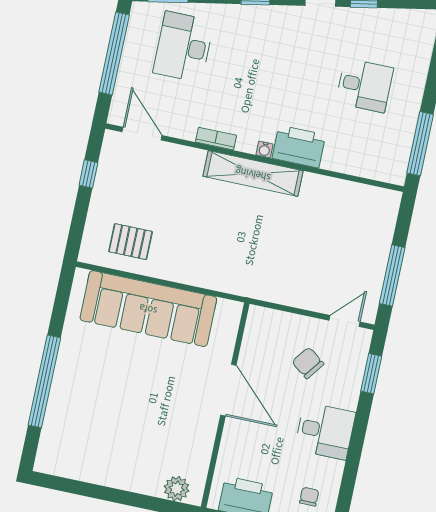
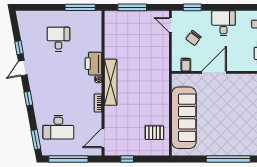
pallet: (131, 242) -> (154, 133), turned 90
window: (392, 275) -> (132, 7), moved
filing cabinet: (256, 336) -> (186, 65), added

